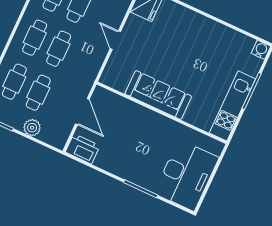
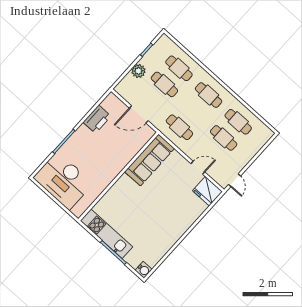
door: (115, 40) -> (198, 168), moved
cafe table: (59, 49) -> (179, 127), moved
sofa: (158, 95) -> (149, 160), moved
printer: (83, 149) -> (97, 119), moved

